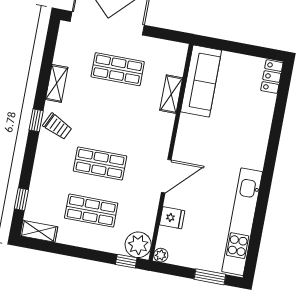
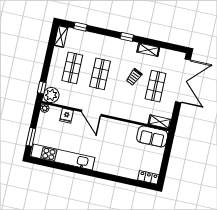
sofa: (201, 81) -> (152, 136), width x0.73
shelving: (171, 94) -> (160, 122), moved
trolley: (57, 126) -> (134, 77), moved

